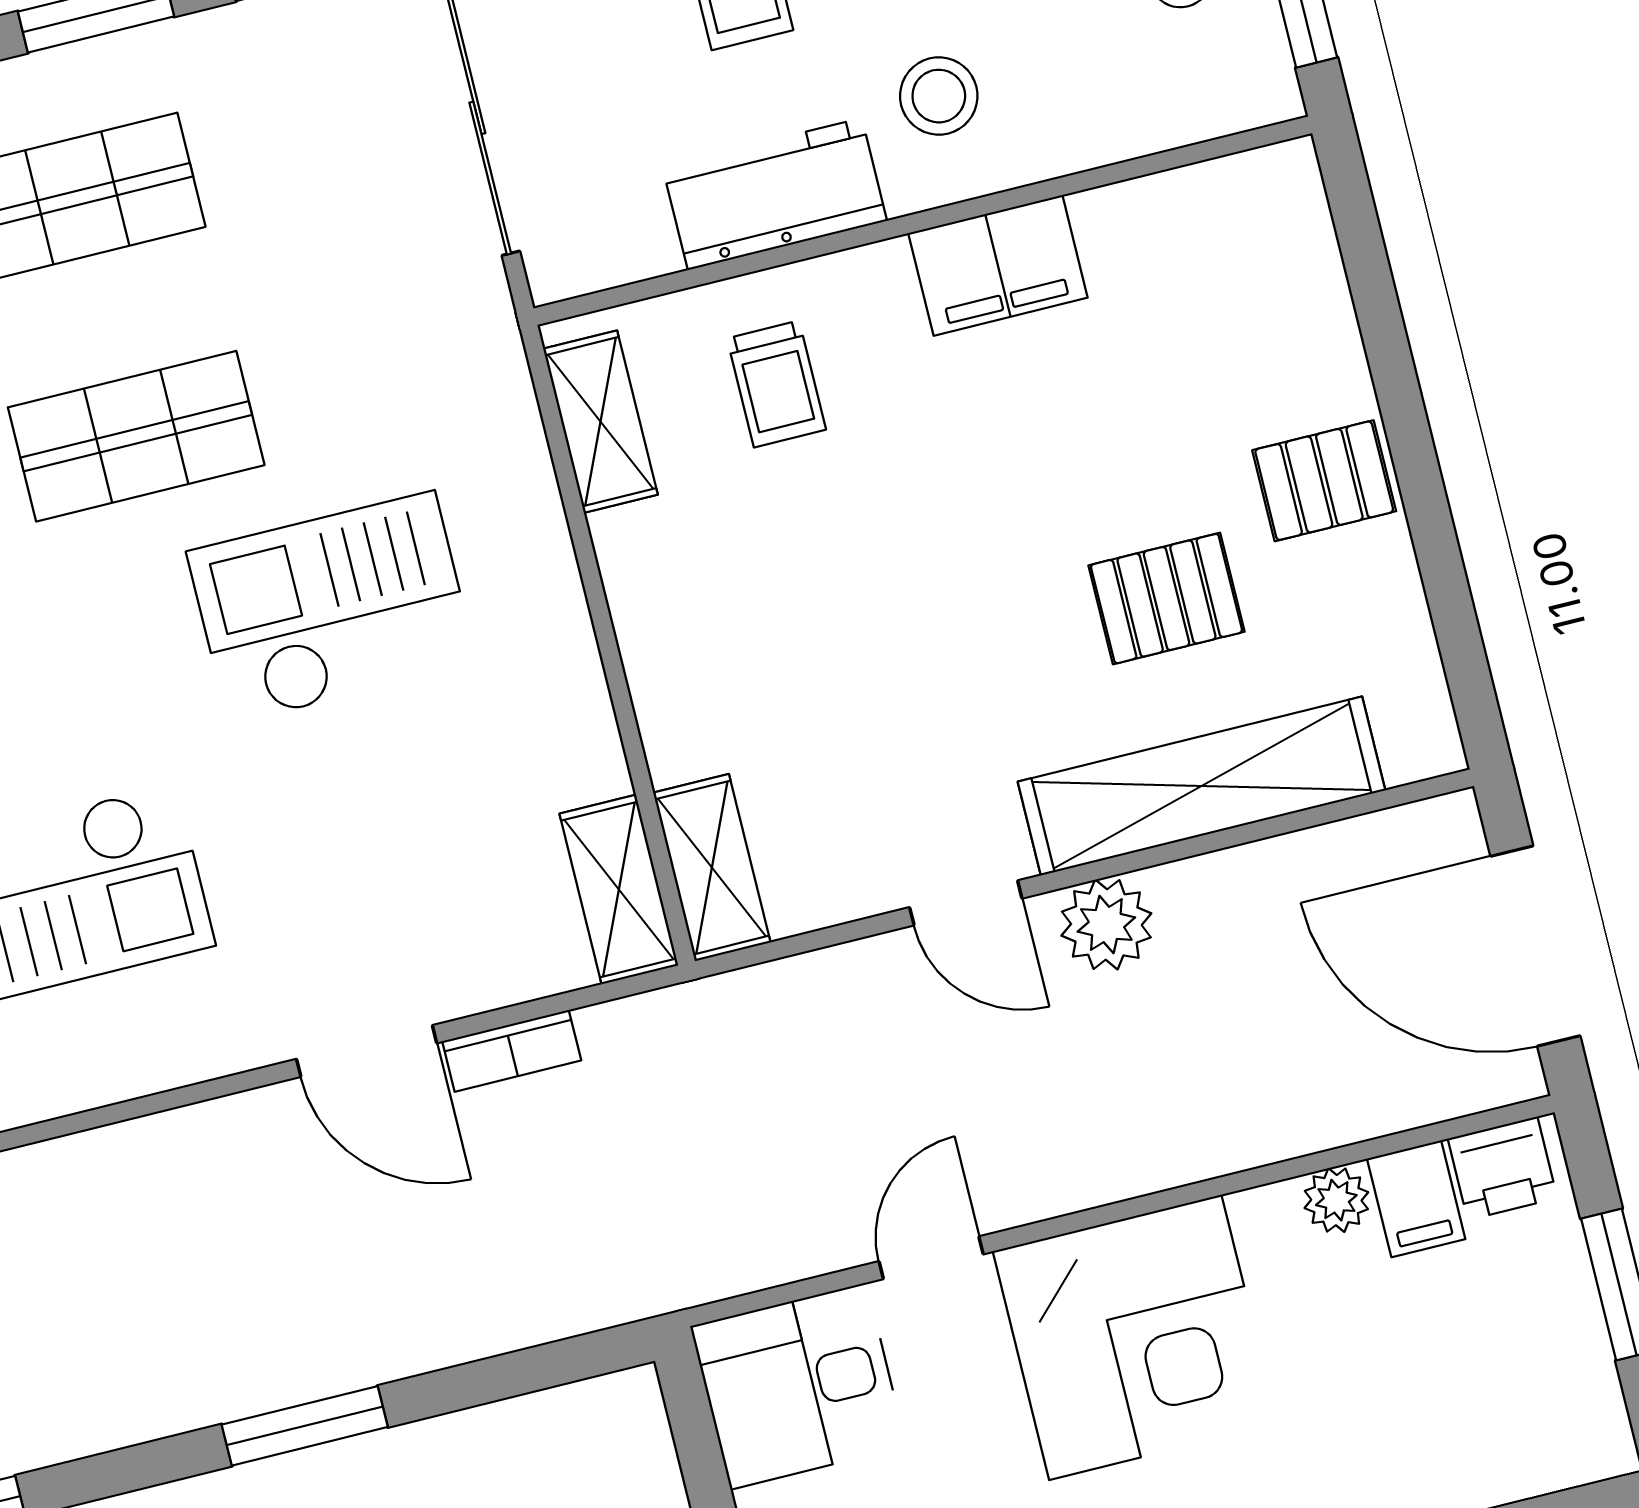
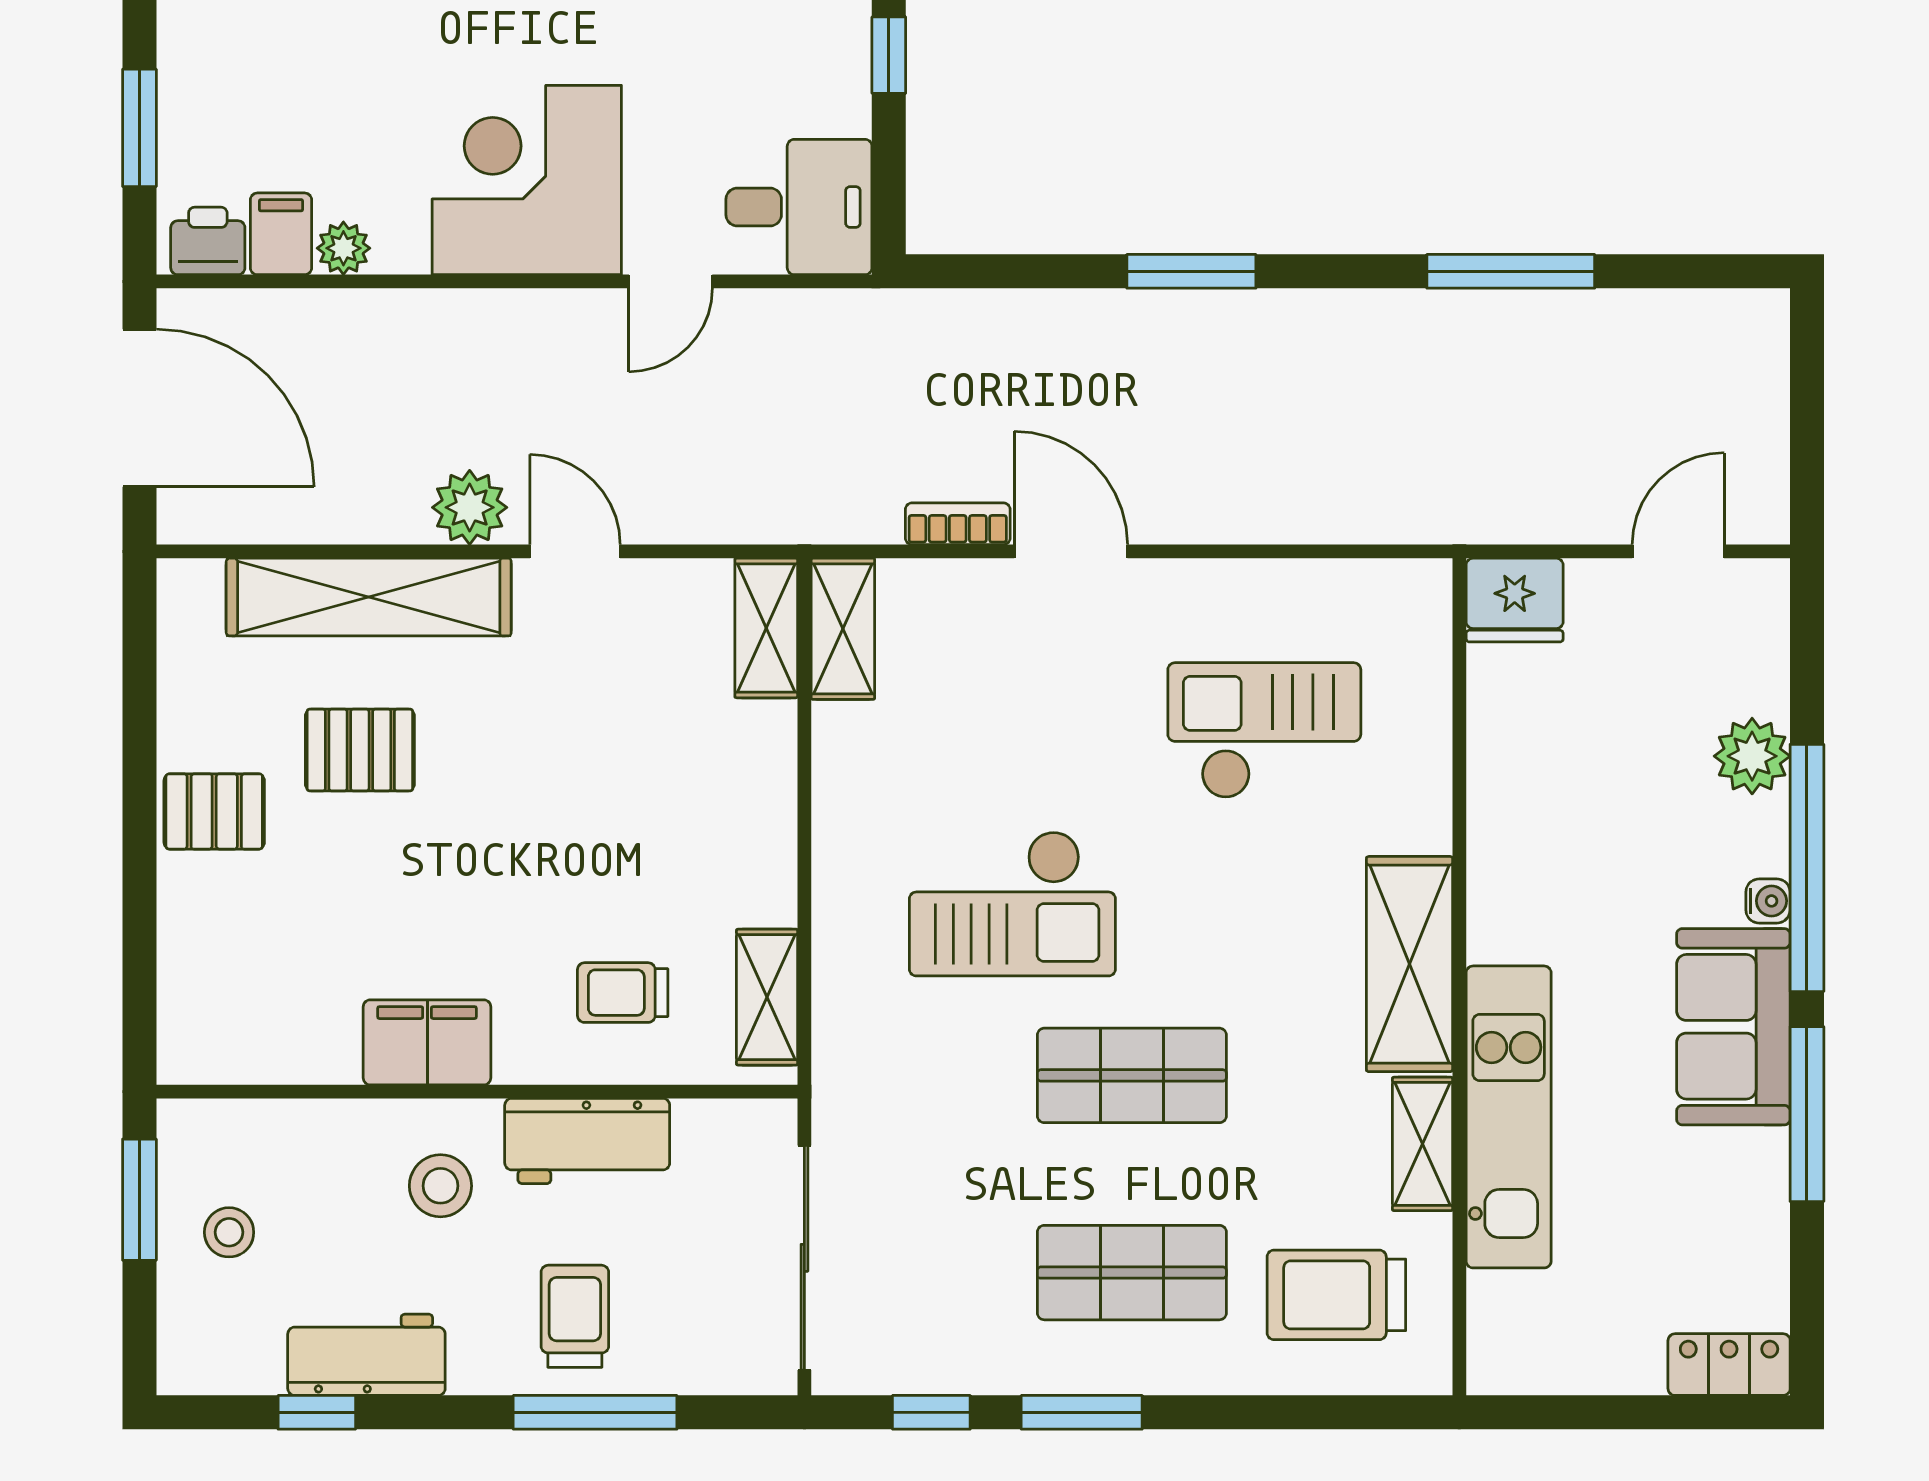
trolley: (776, 384) -> (623, 993), turned -90

